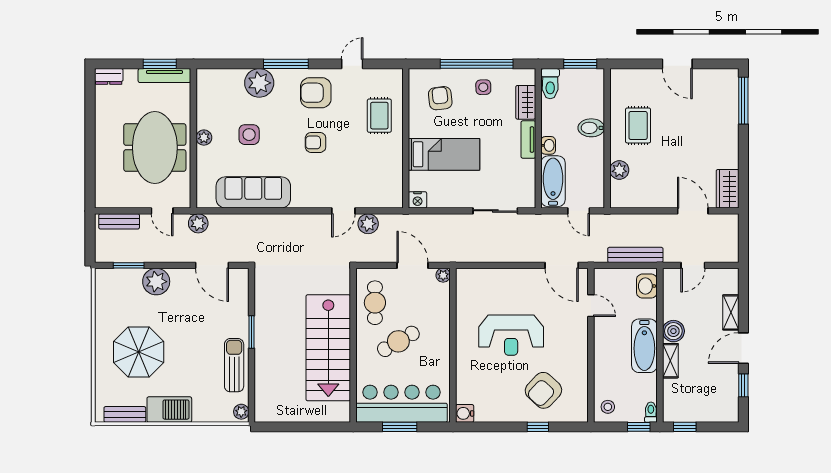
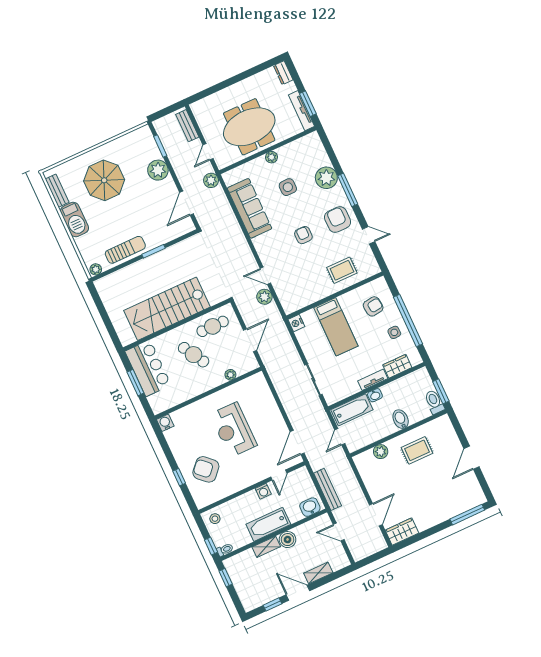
toilet: (550, 84) -> (434, 402), moved, turned 90
plant: (443, 275) -> (230, 375), moved
washing machine: (602, 334) -> (263, 491), added
bar counter: (402, 404) -> (148, 368), width x0.73

